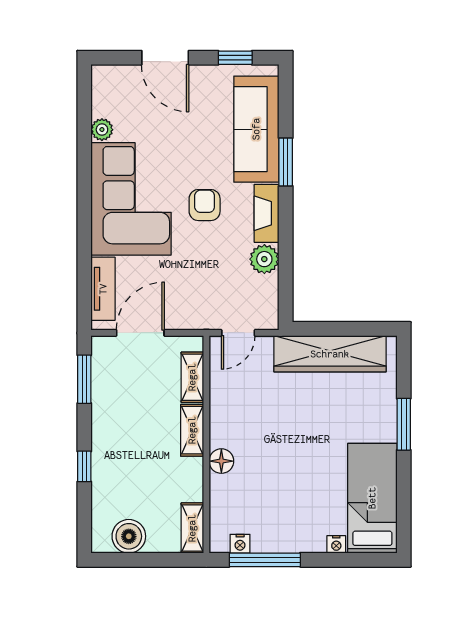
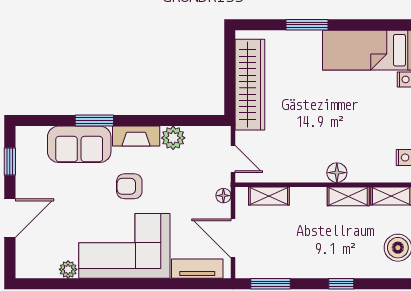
sofa: (256, 129) -> (79, 144), width x0.73
floor lamp: (193, 321) -> (223, 196), added
shelving: (192, 430) -> (348, 196), moved

